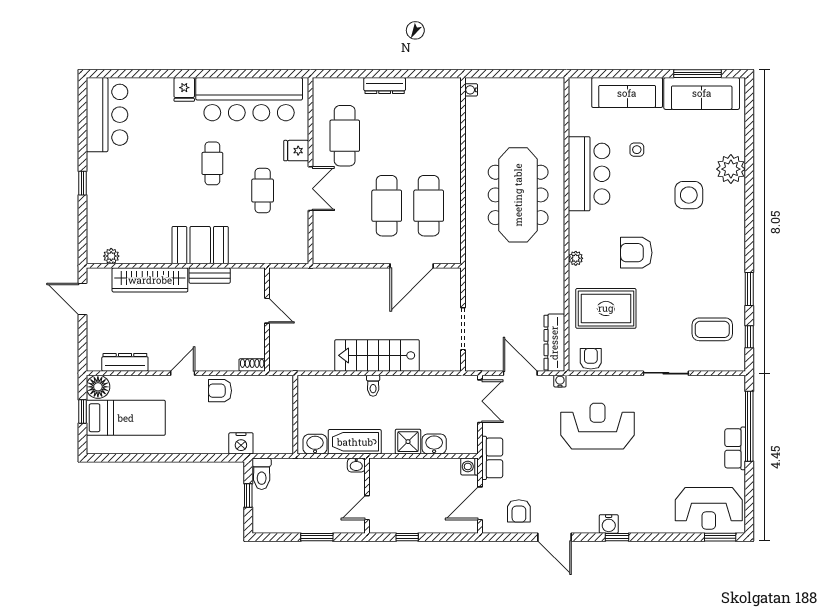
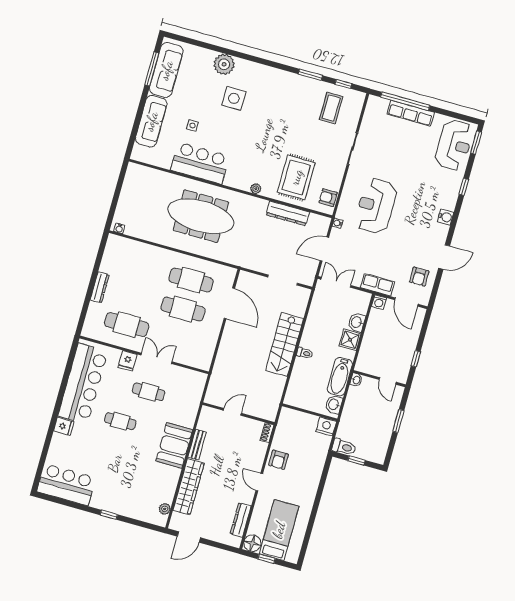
armchair: (636, 253) -> (264, 146), removed
dresser: (554, 343) -> (288, 213), moved
nightstand: (241, 443) -> (326, 426), moved, turned -90
row of seats: (735, 448) -> (411, 113), width x1.48
armchair: (519, 511) -> (419, 277), turned 90
window: (617, 537) -> (464, 187), moved

